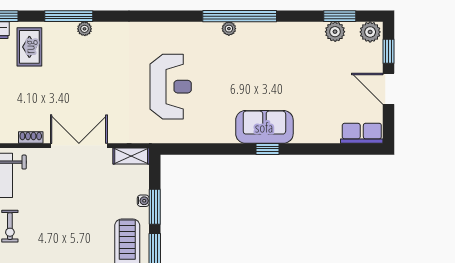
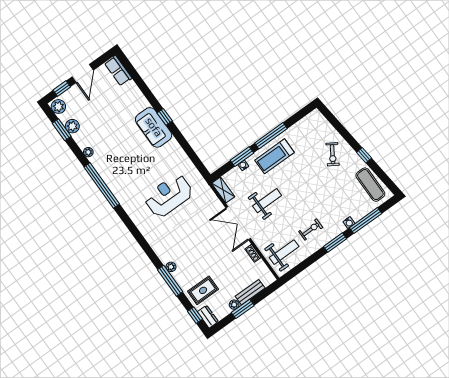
plant: (229, 29) -> (88, 152), moved
weight bench: (81, 199) -> (267, 201), added

